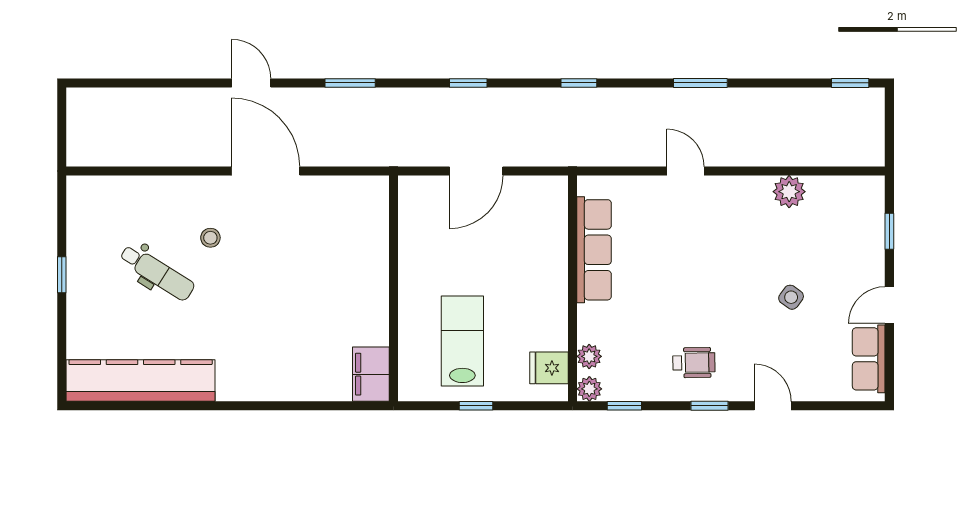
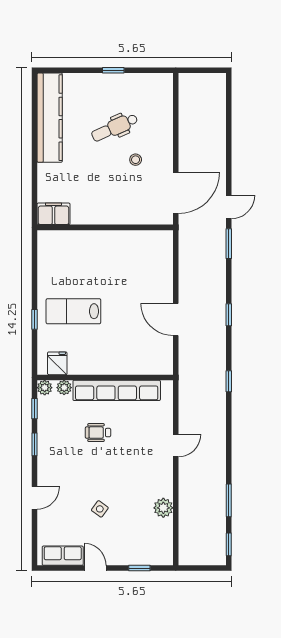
door: (251, 83) -> (229, 207), moved
window: (700, 83) -> (229, 500), moved
row of seats: (594, 250) -> (117, 390), width x1.36
dental chair: (157, 272) -> (115, 128), turned 34
wall: (393, 288) -> (105, 227), moved
lab bench: (462, 341) -> (73, 311), turned 180
wheelchair: (694, 363) -> (98, 433), moved, turned 91
filing cabinet: (371, 374) -> (54, 214), moved
window: (710, 406) -> (35, 444), moved

